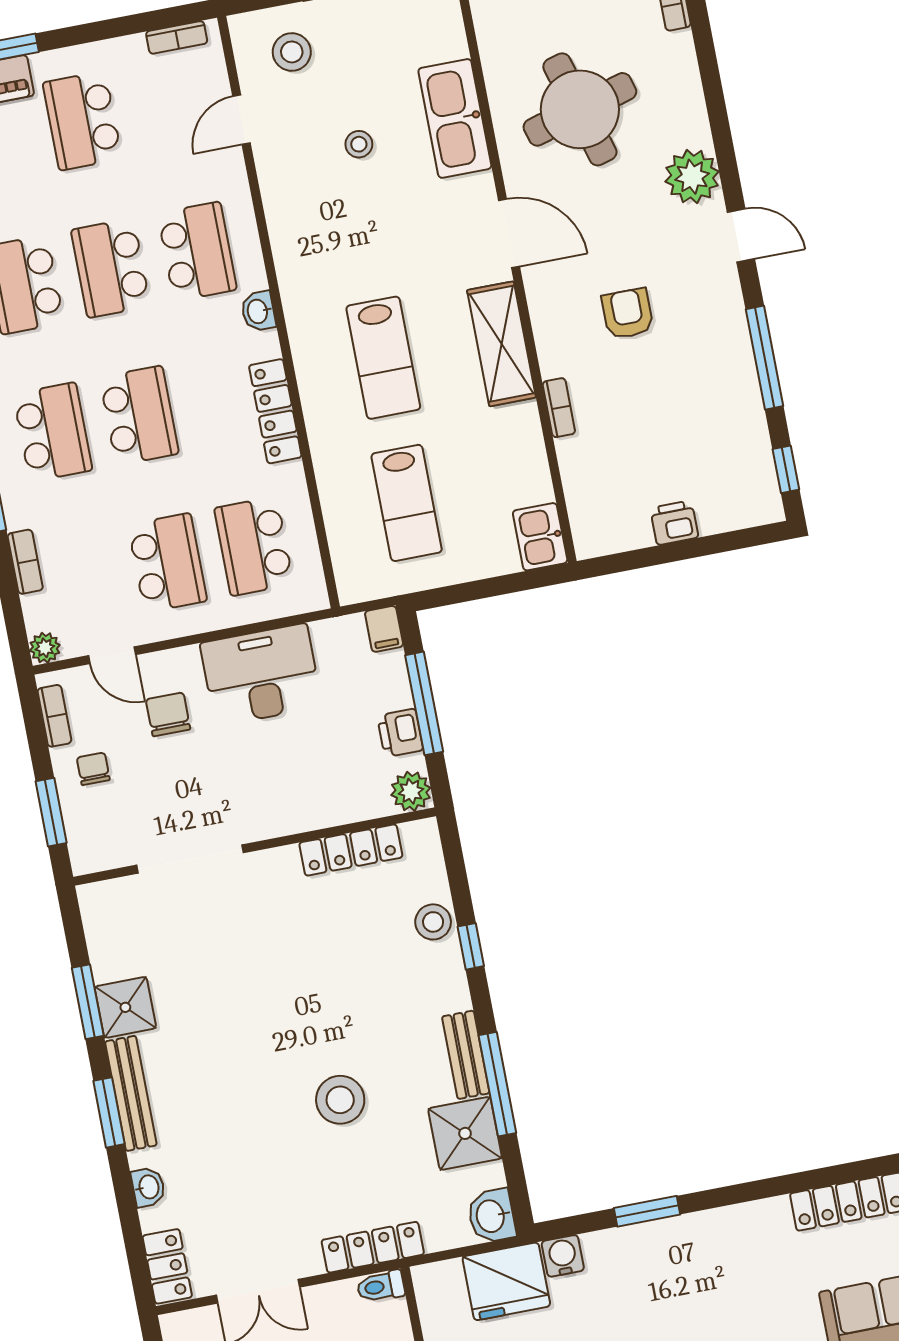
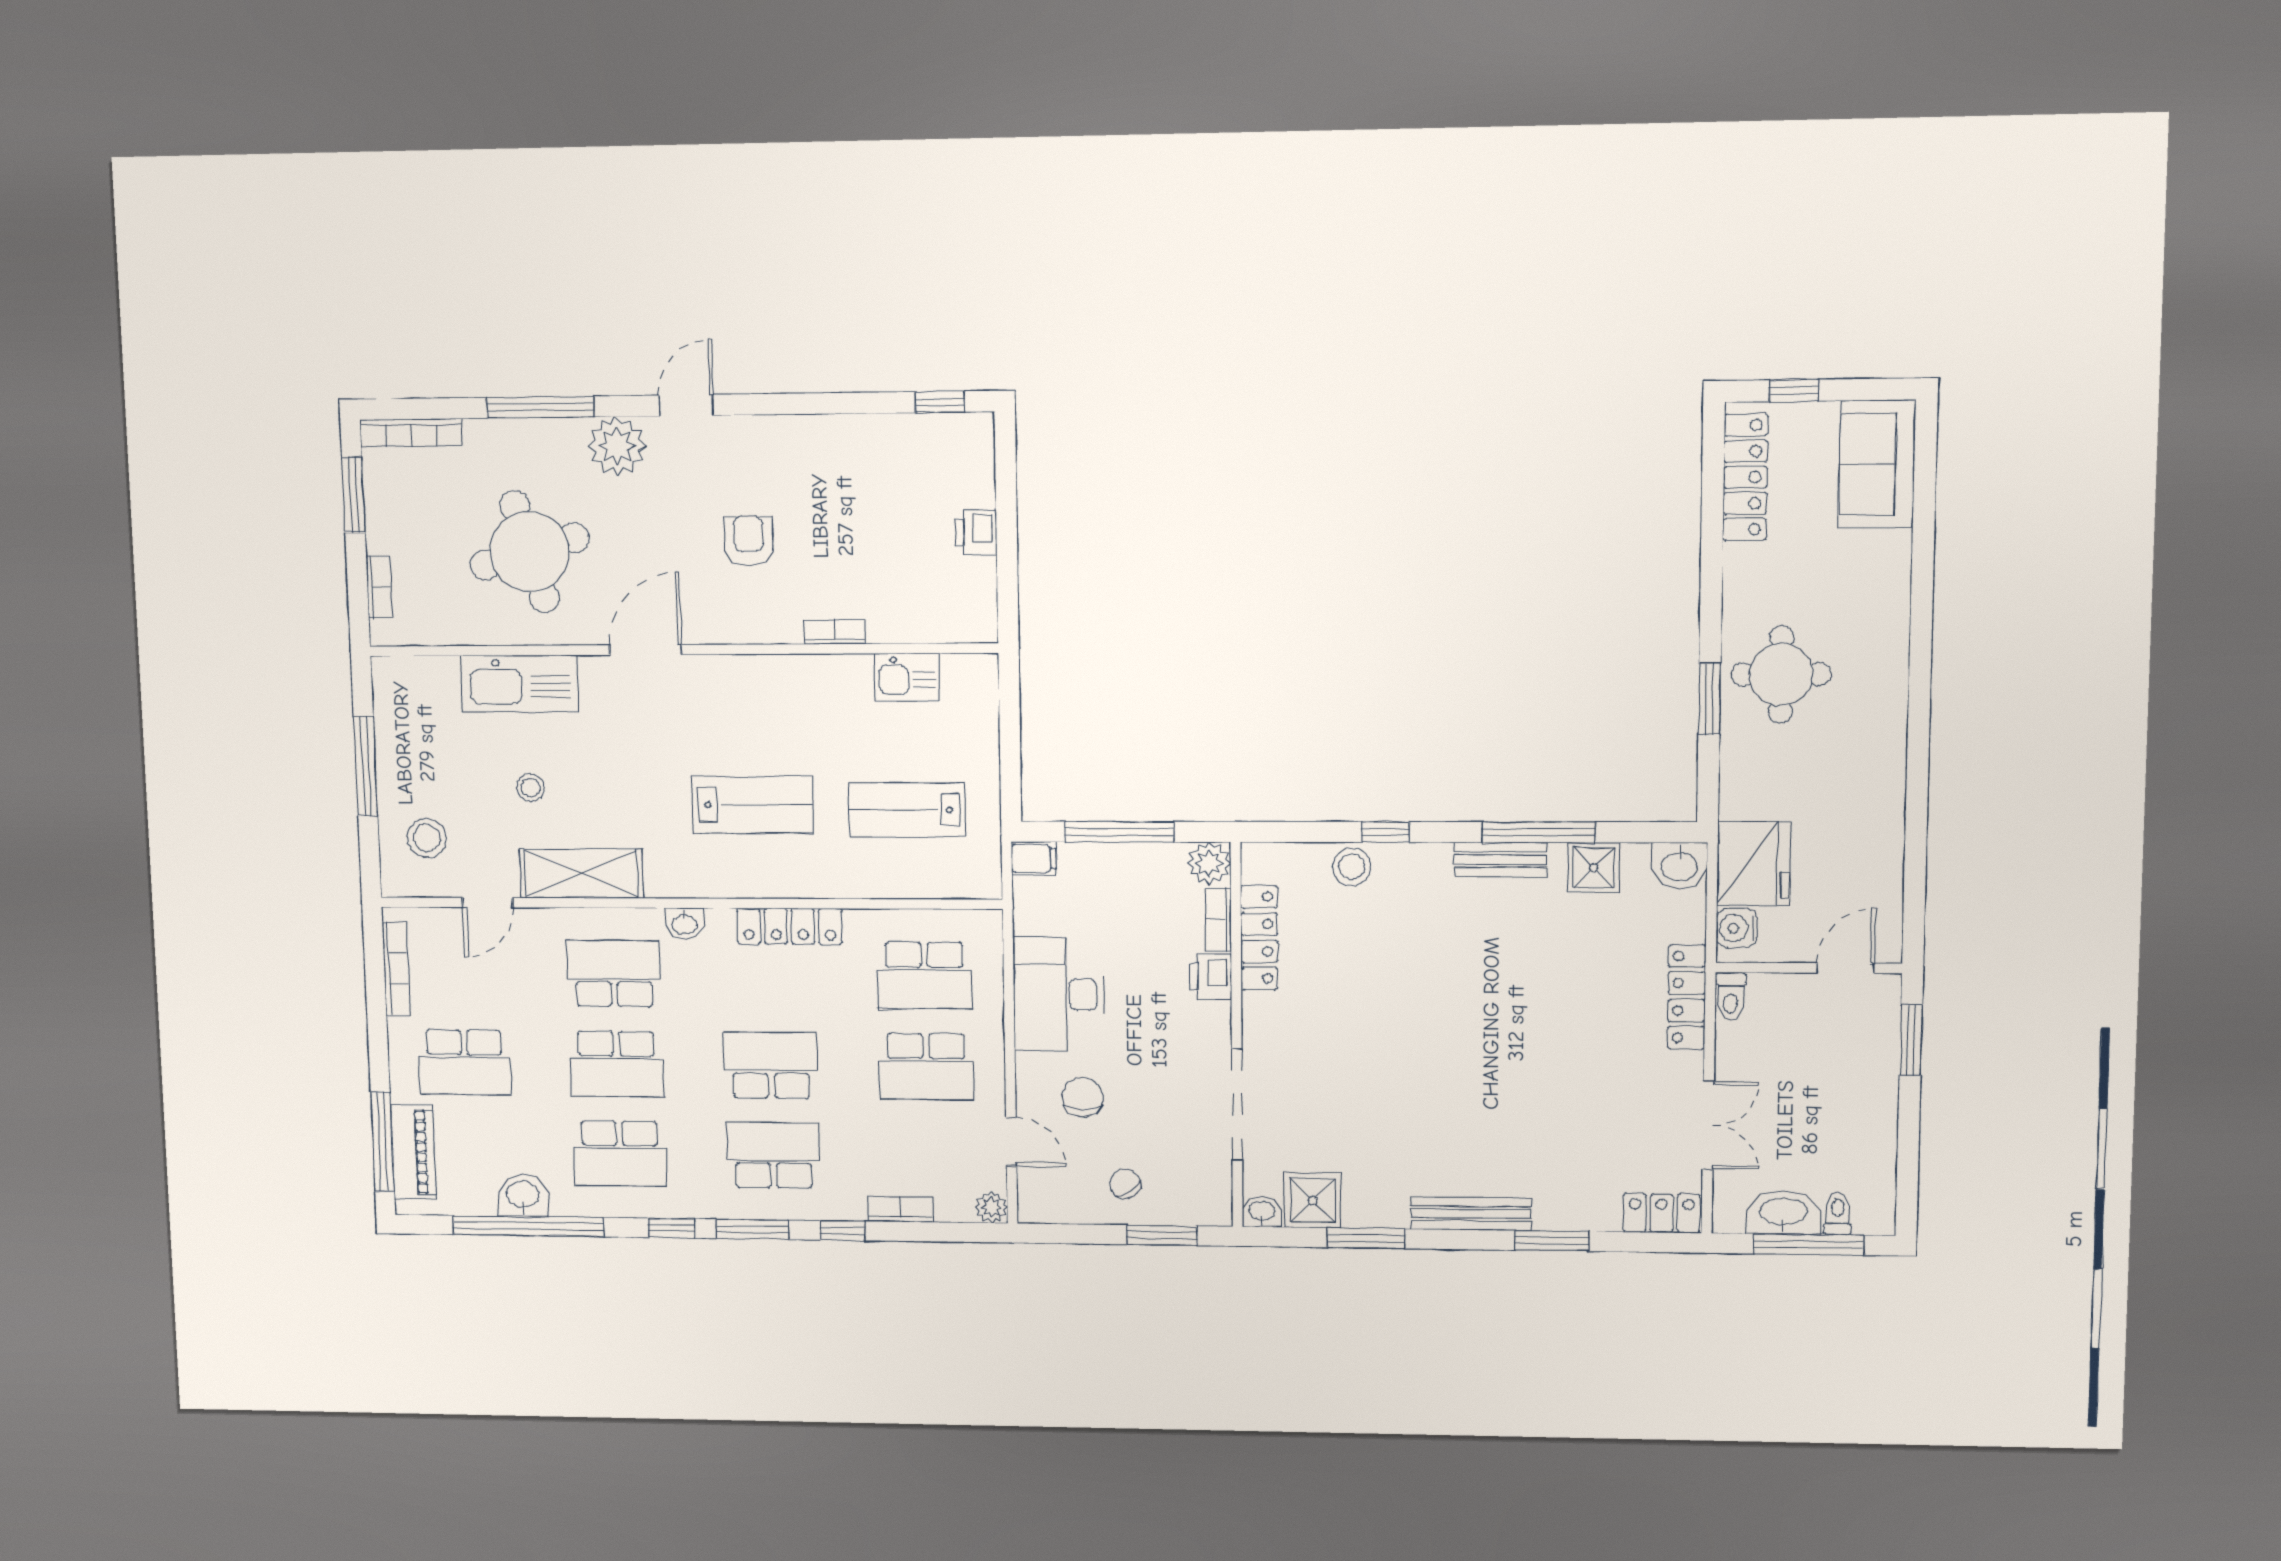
bookcase: (177, 37) -> (396, 968), width x1.56
door: (241, 120) -> (488, 903), hinge flipped
armchair: (628, 314) -> (749, 541), turned 90
shelving: (501, 344) -> (581, 874), moved
window: (764, 358) -> (540, 407), moved
lab bench: (407, 503) -> (907, 810), turned 180
kitchen sink: (540, 537) -> (907, 677), moved
school desk: (167, 563) -> (926, 1067), turned 180
door: (112, 655) -> (1011, 1142), hinge flipped
chair: (168, 714) -> (1083, 1097), turned 90
bookcase: (54, 716) -> (1218, 920), moved, turned -90
printer: (400, 733) -> (1211, 977), moved, turned 90
chair: (93, 769) -> (1125, 1184), turned 56
shower: (125, 1007) -> (1313, 1200), moved
stool: (340, 1100) -> (1522, 1000), removed
window: (109, 1112) -> (1552, 1241), moved
shower: (465, 1133) -> (1594, 867), width x0.73, depth x0.73
washbasin: (148, 1187) -> (1262, 1212), moved
water cooler: (563, 1256) -> (1737, 928), moved
round table: (680, 1270) -> (1781, 674), added

